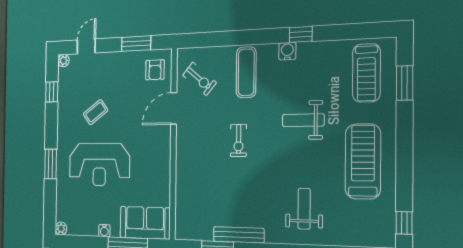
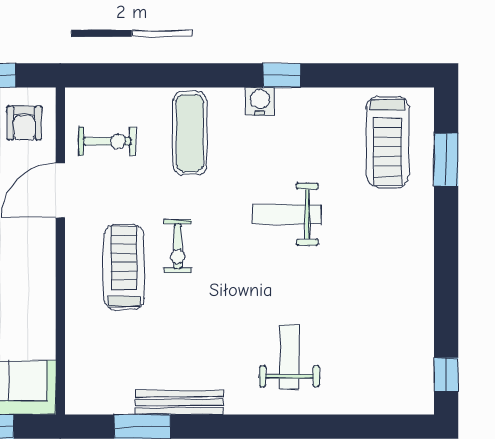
exercise bike: (199, 79) -> (107, 141), turned -40
treadmill: (363, 161) -> (124, 267), moved, width x0.73, depth x0.73

